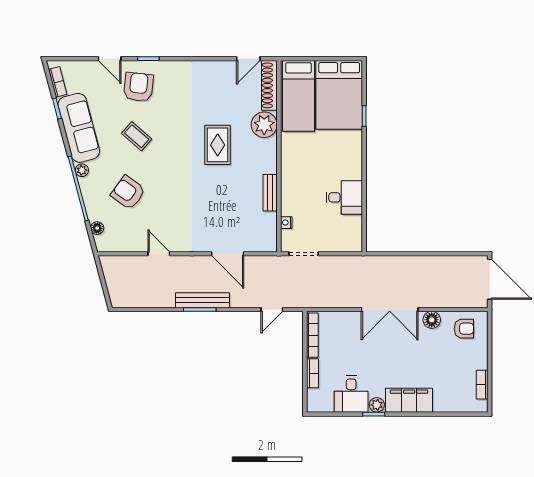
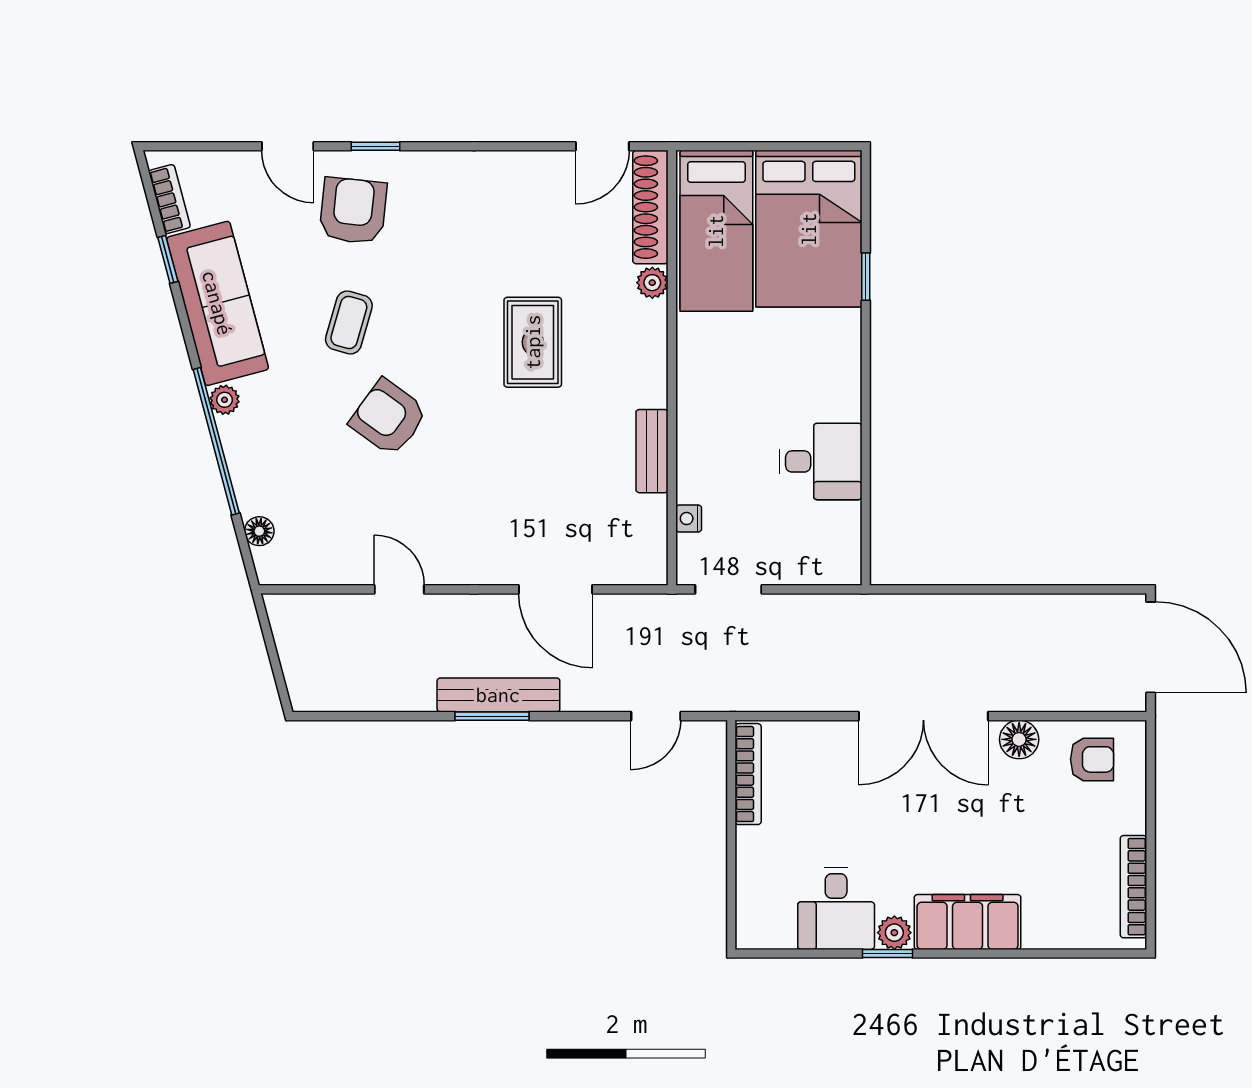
plant: (264, 125) -> (652, 283), width x0.53, depth x0.53
coffee table: (137, 136) -> (349, 323), turned 65
armchair: (128, 193) -> (388, 417), moved
bookcase: (313, 373) -> (748, 861), removed
bookcase: (482, 385) -> (1134, 887), width x1.56

